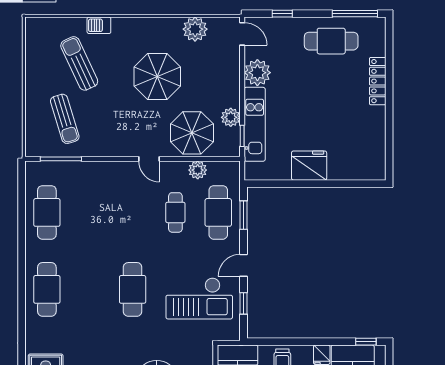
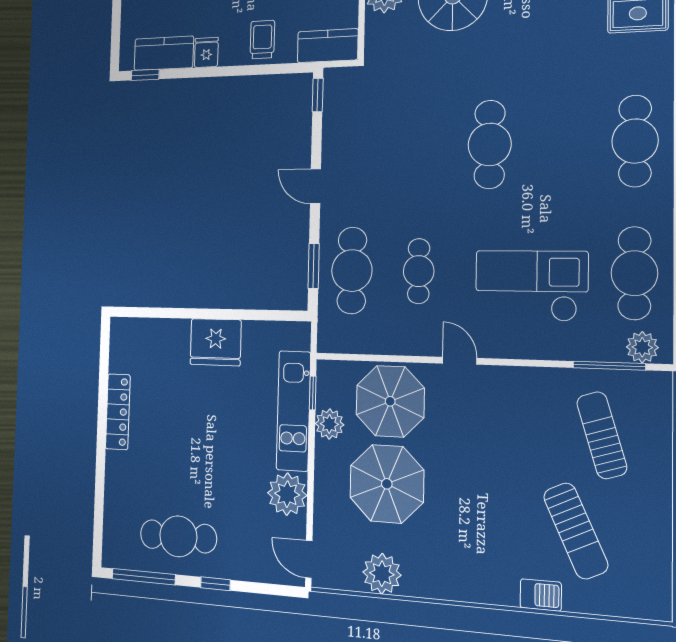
window: (282, 14) -> (215, 584), moved
parasol: (157, 77) -> (387, 484), moved
locker: (378, 81) -> (118, 412), moved
plant: (198, 170) -> (642, 347), moved
door: (244, 265) -> (315, 186), swing flipped
checkout: (199, 298) -> (531, 286), moved
window: (244, 303) -> (318, 95), moved

